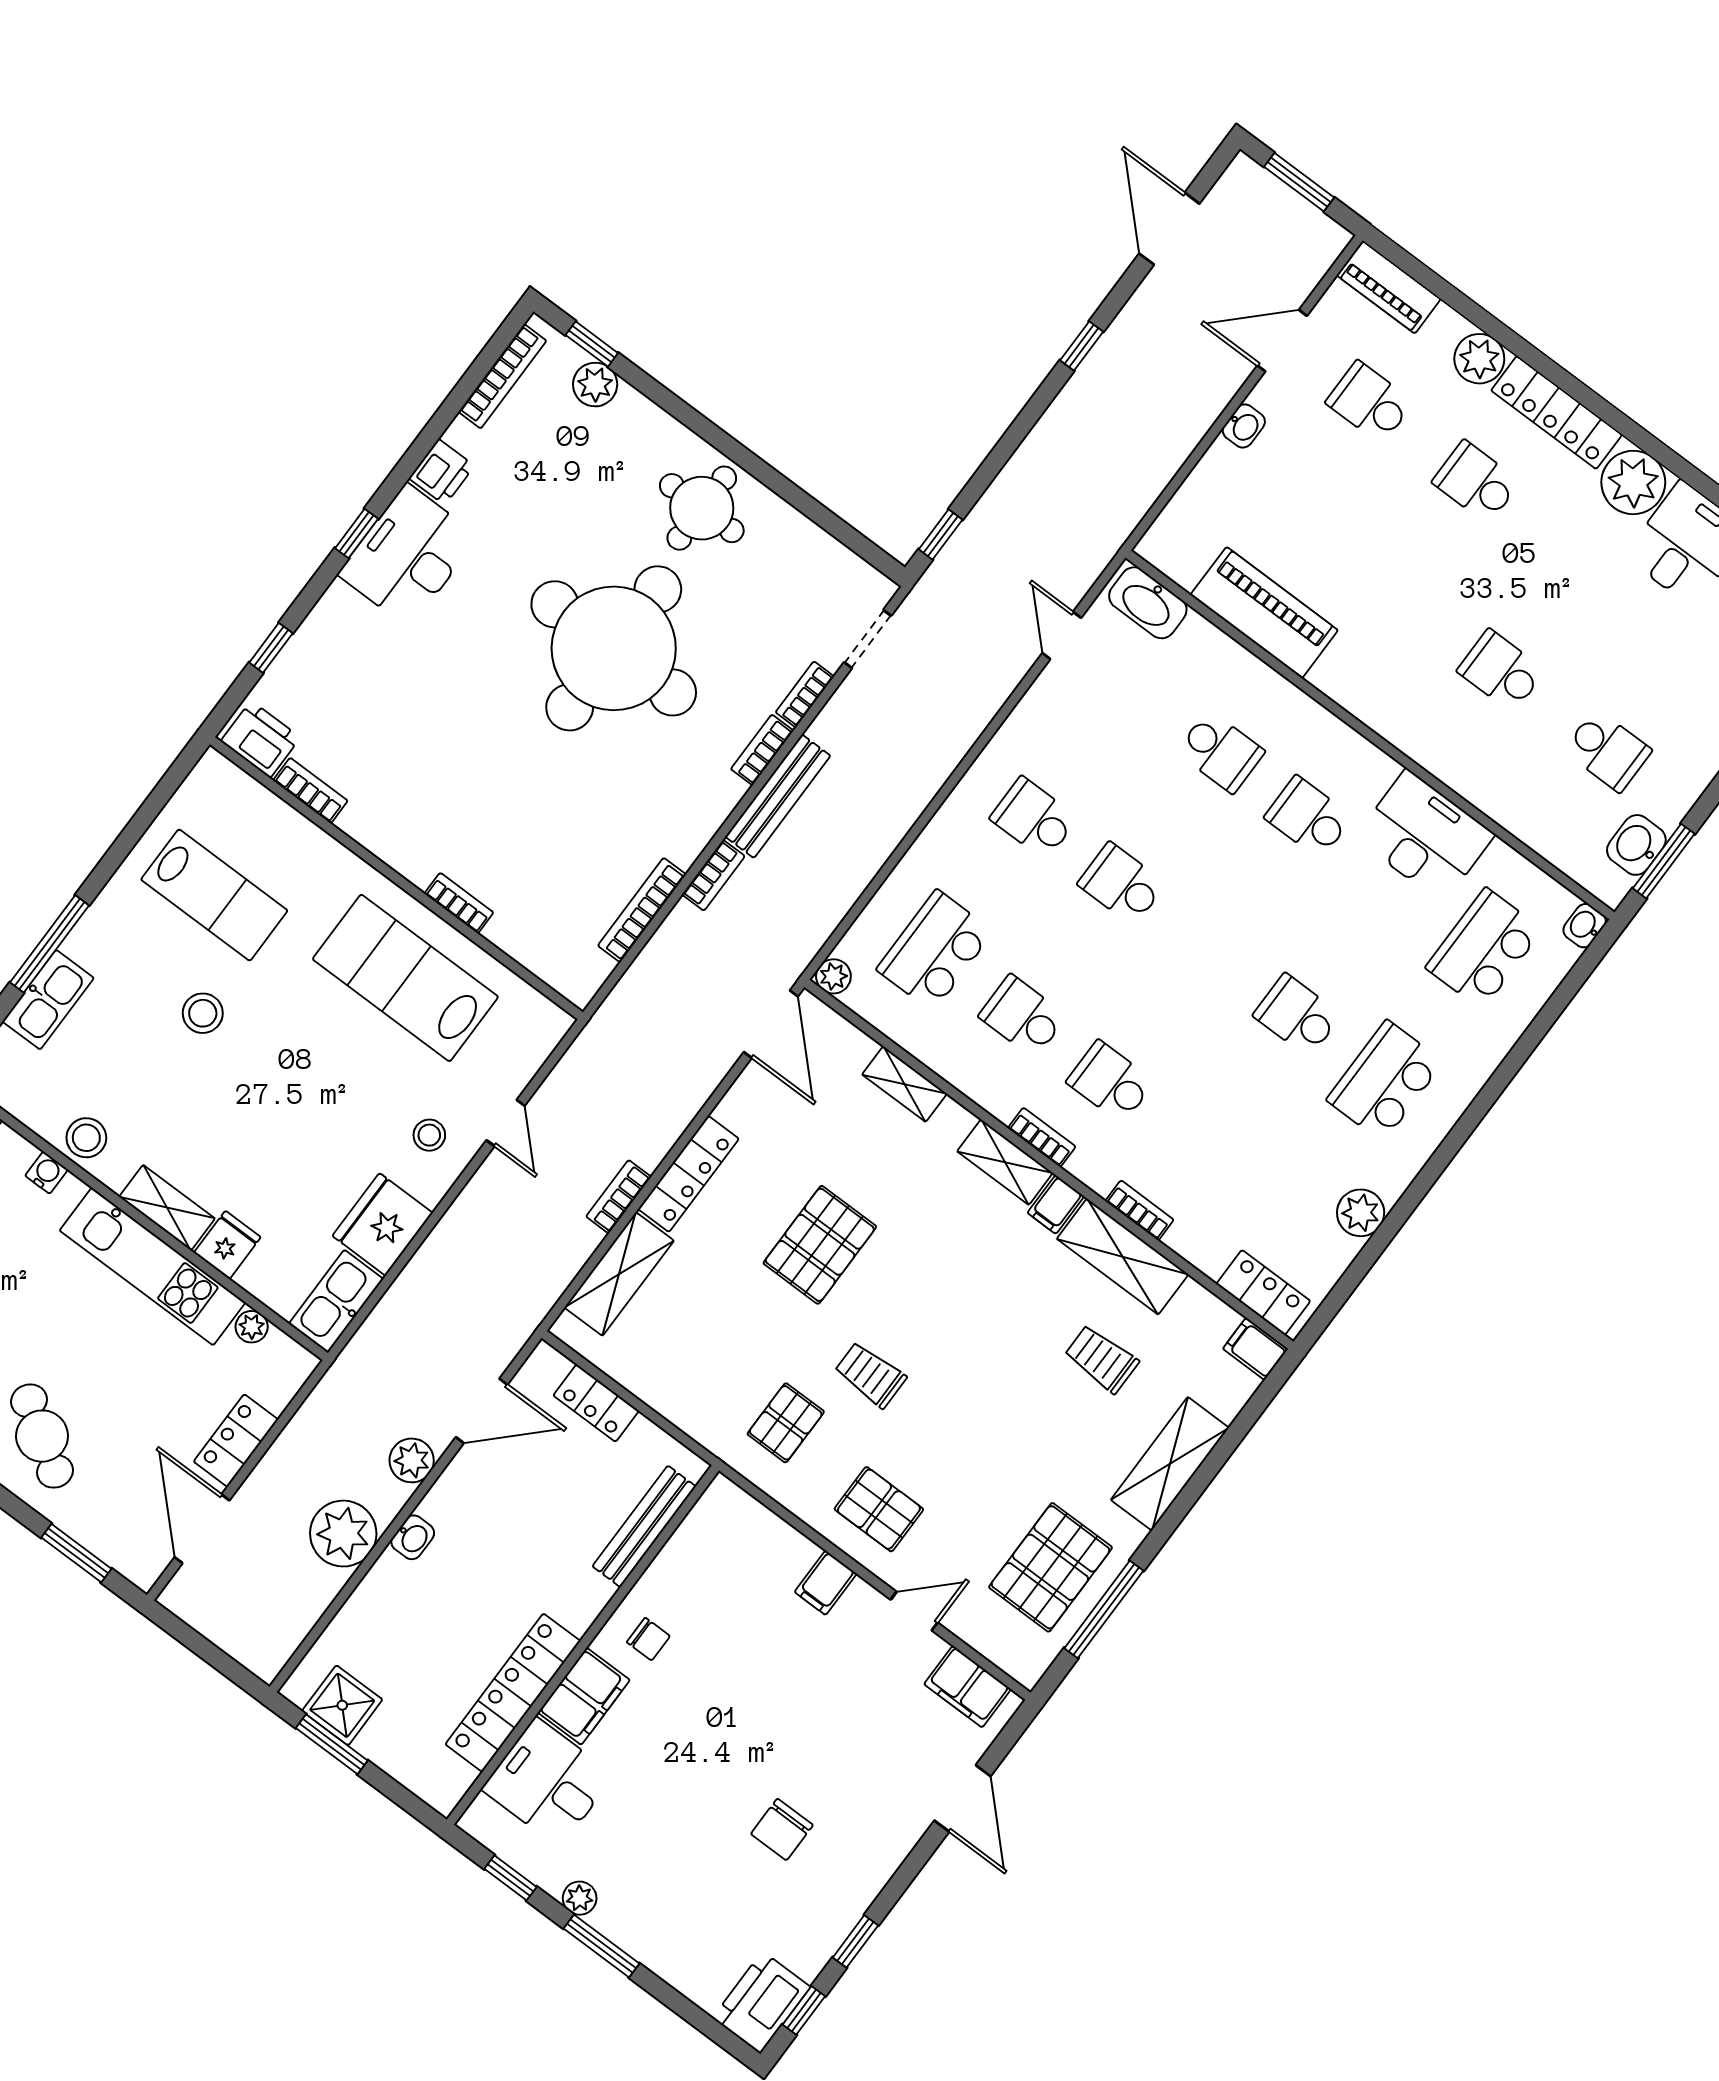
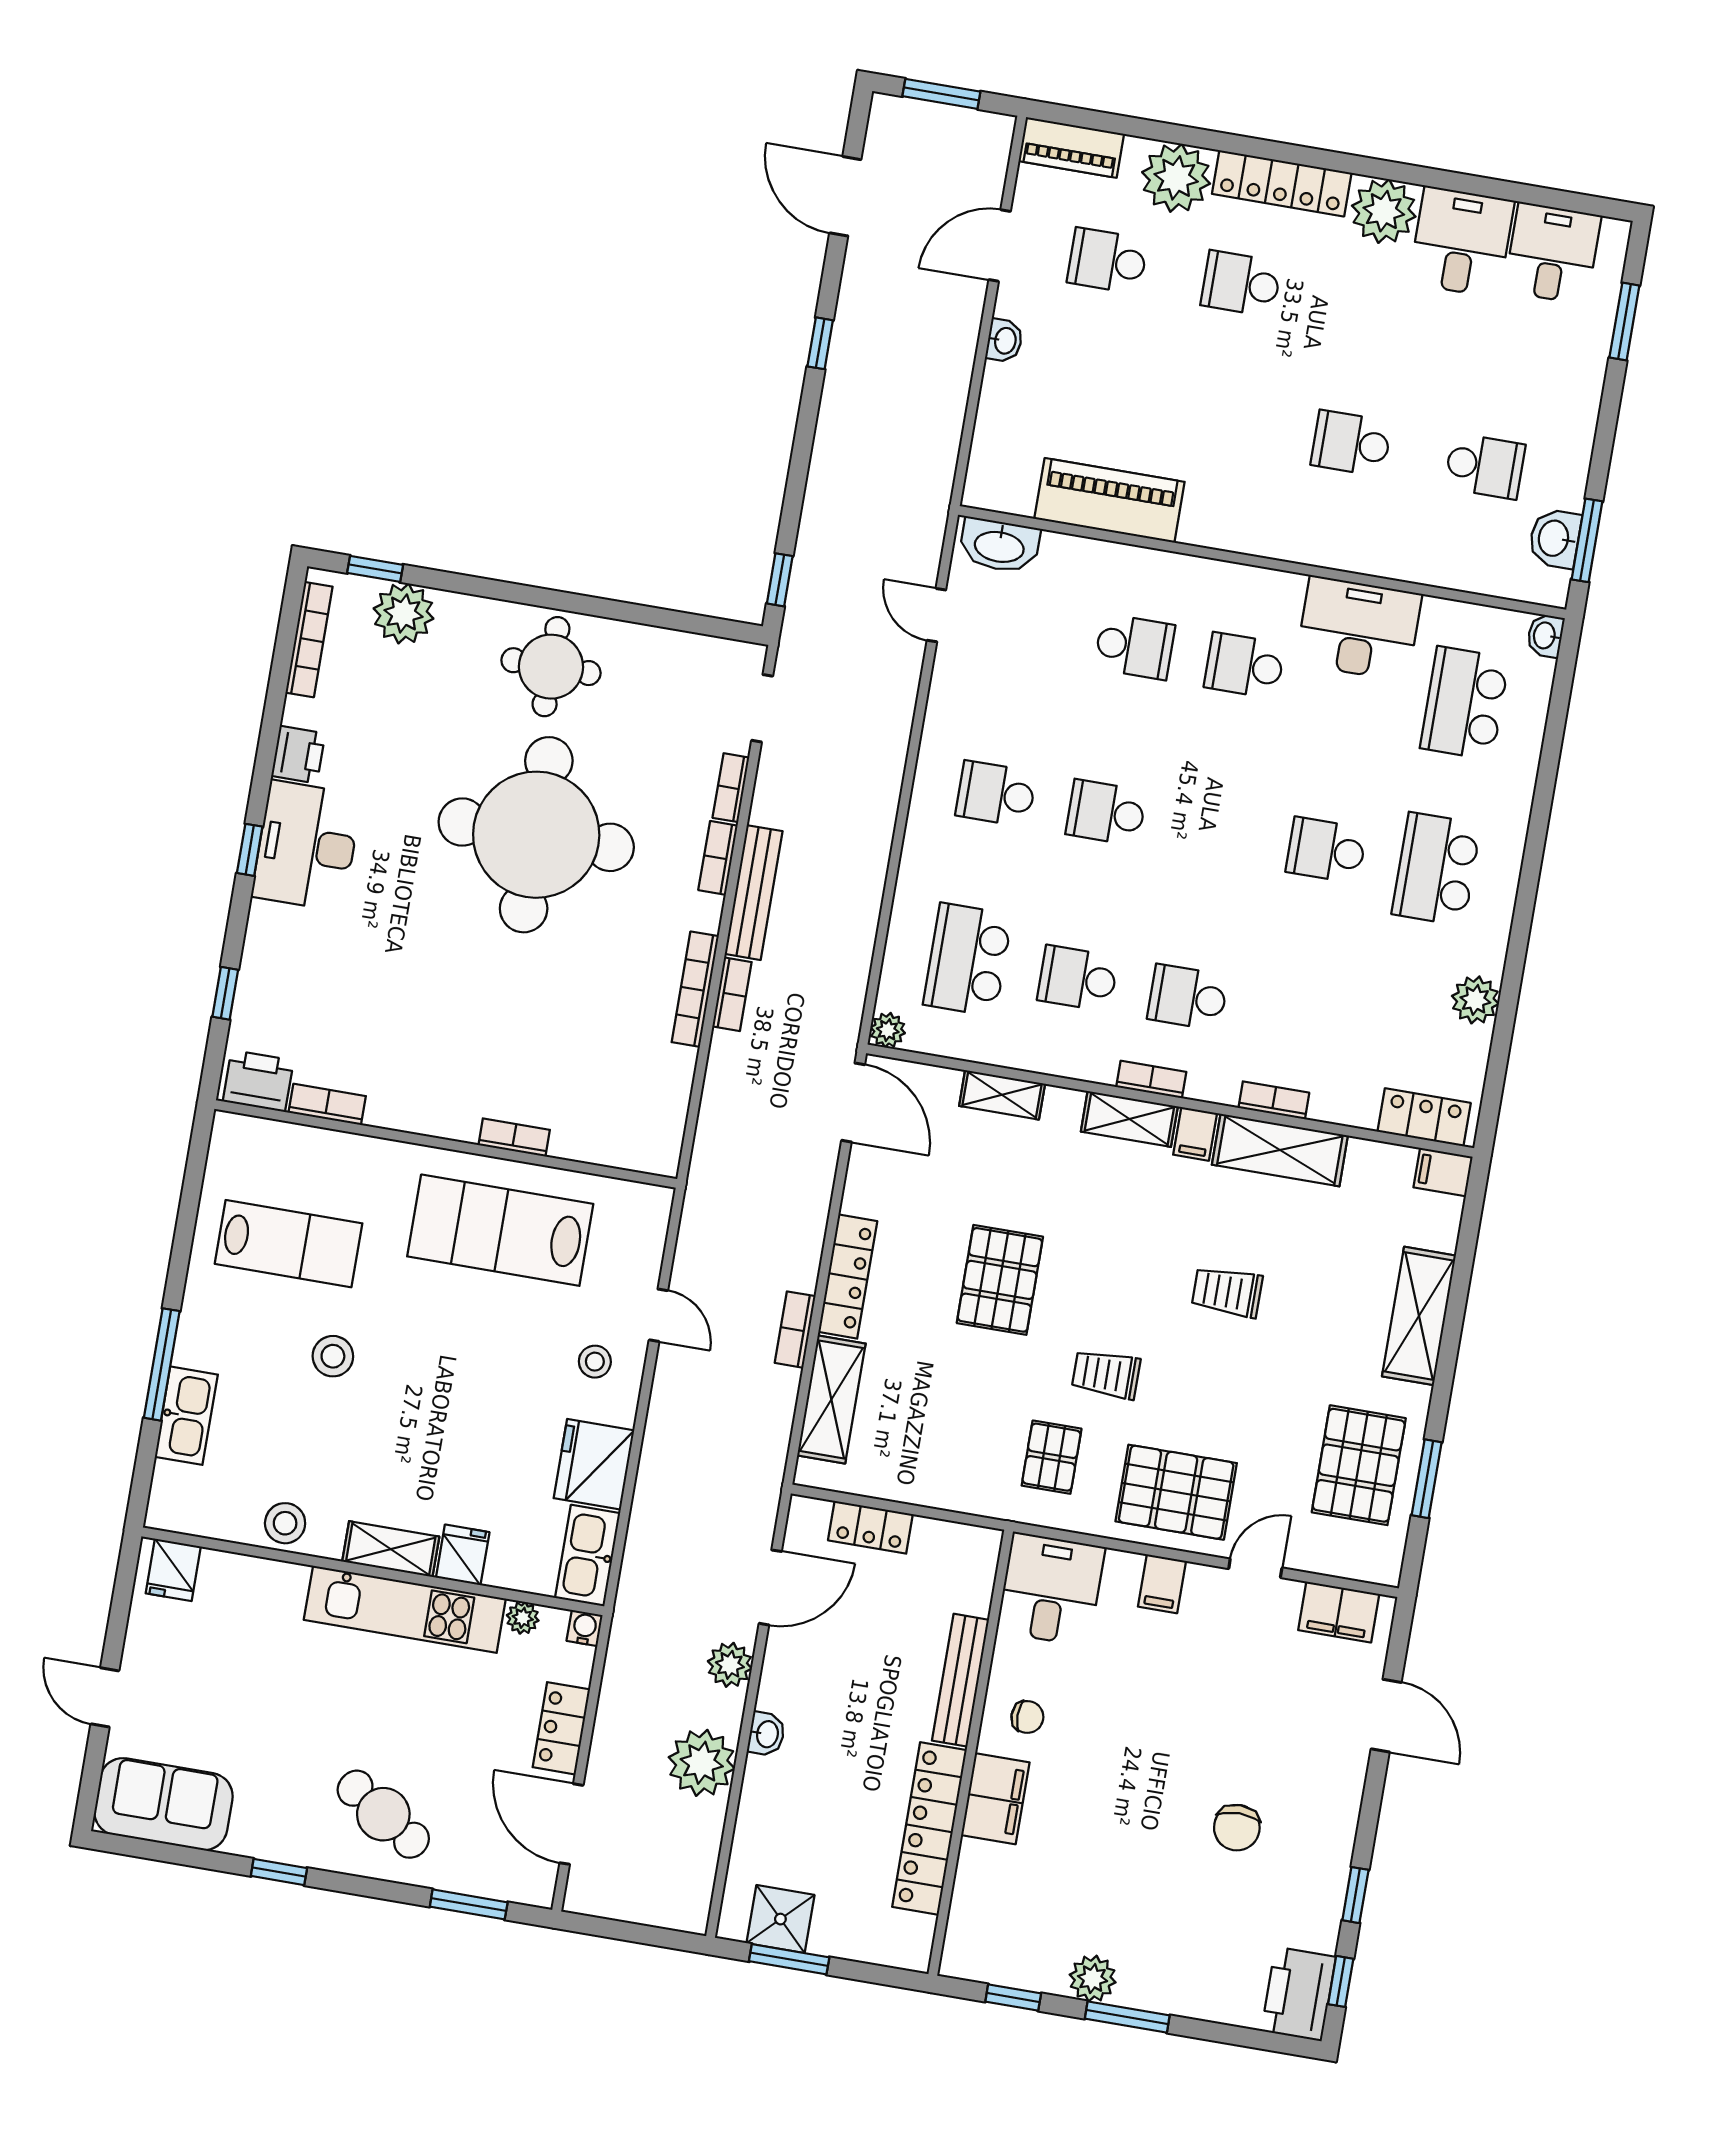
plant: (1479, 359) -> (1176, 178), width x1.36, depth x1.36
plant: (595, 385) -> (404, 613), width x1.36, depth x1.36
bookcase: (642, 910) -> (695, 989), moved
water cooler: (46, 1173) -> (585, 1628), moved
trolley: (1102, 1359) -> (1227, 1292), moved
pallet: (879, 1509) -> (1176, 1492), width x1.50, depth x1.42
bench: (644, 1526) -> (960, 1680), moved
window: (1104, 1609) -> (1427, 1479), width x0.69
desk: (548, 1782) -> (1051, 1589), moved, turned 90
plant: (580, 1898) -> (1093, 1979), width x1.38, depth x1.38

